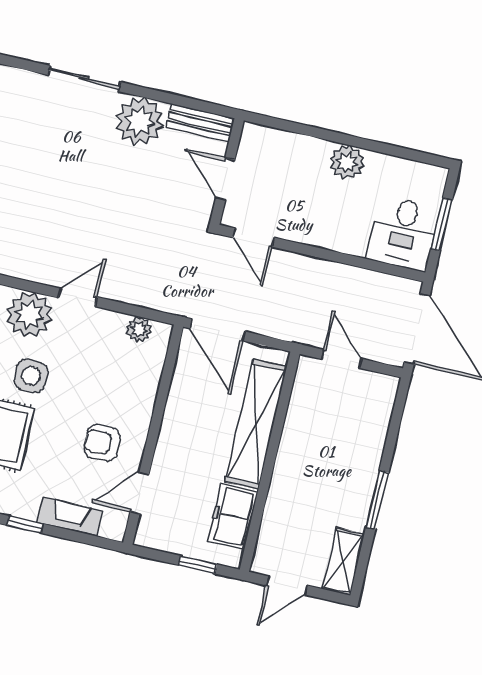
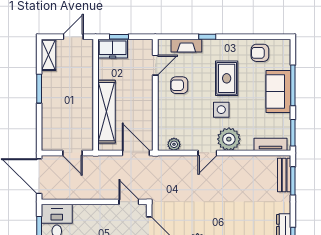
armchair: (102, 443) -> (179, 85), turned 180
freezer: (233, 516) -> (113, 49), moved, turned 90

